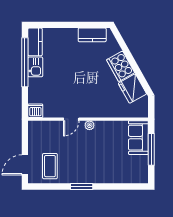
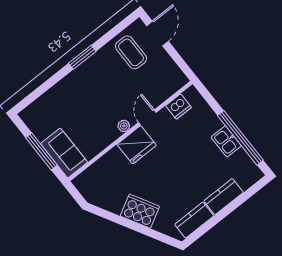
kitchen counter: (35, 42) -> (224, 197), moved, turned 90
fridge: (132, 89) -> (137, 145), moved, turned 119
dishwasher: (35, 111) -> (178, 107), moved

